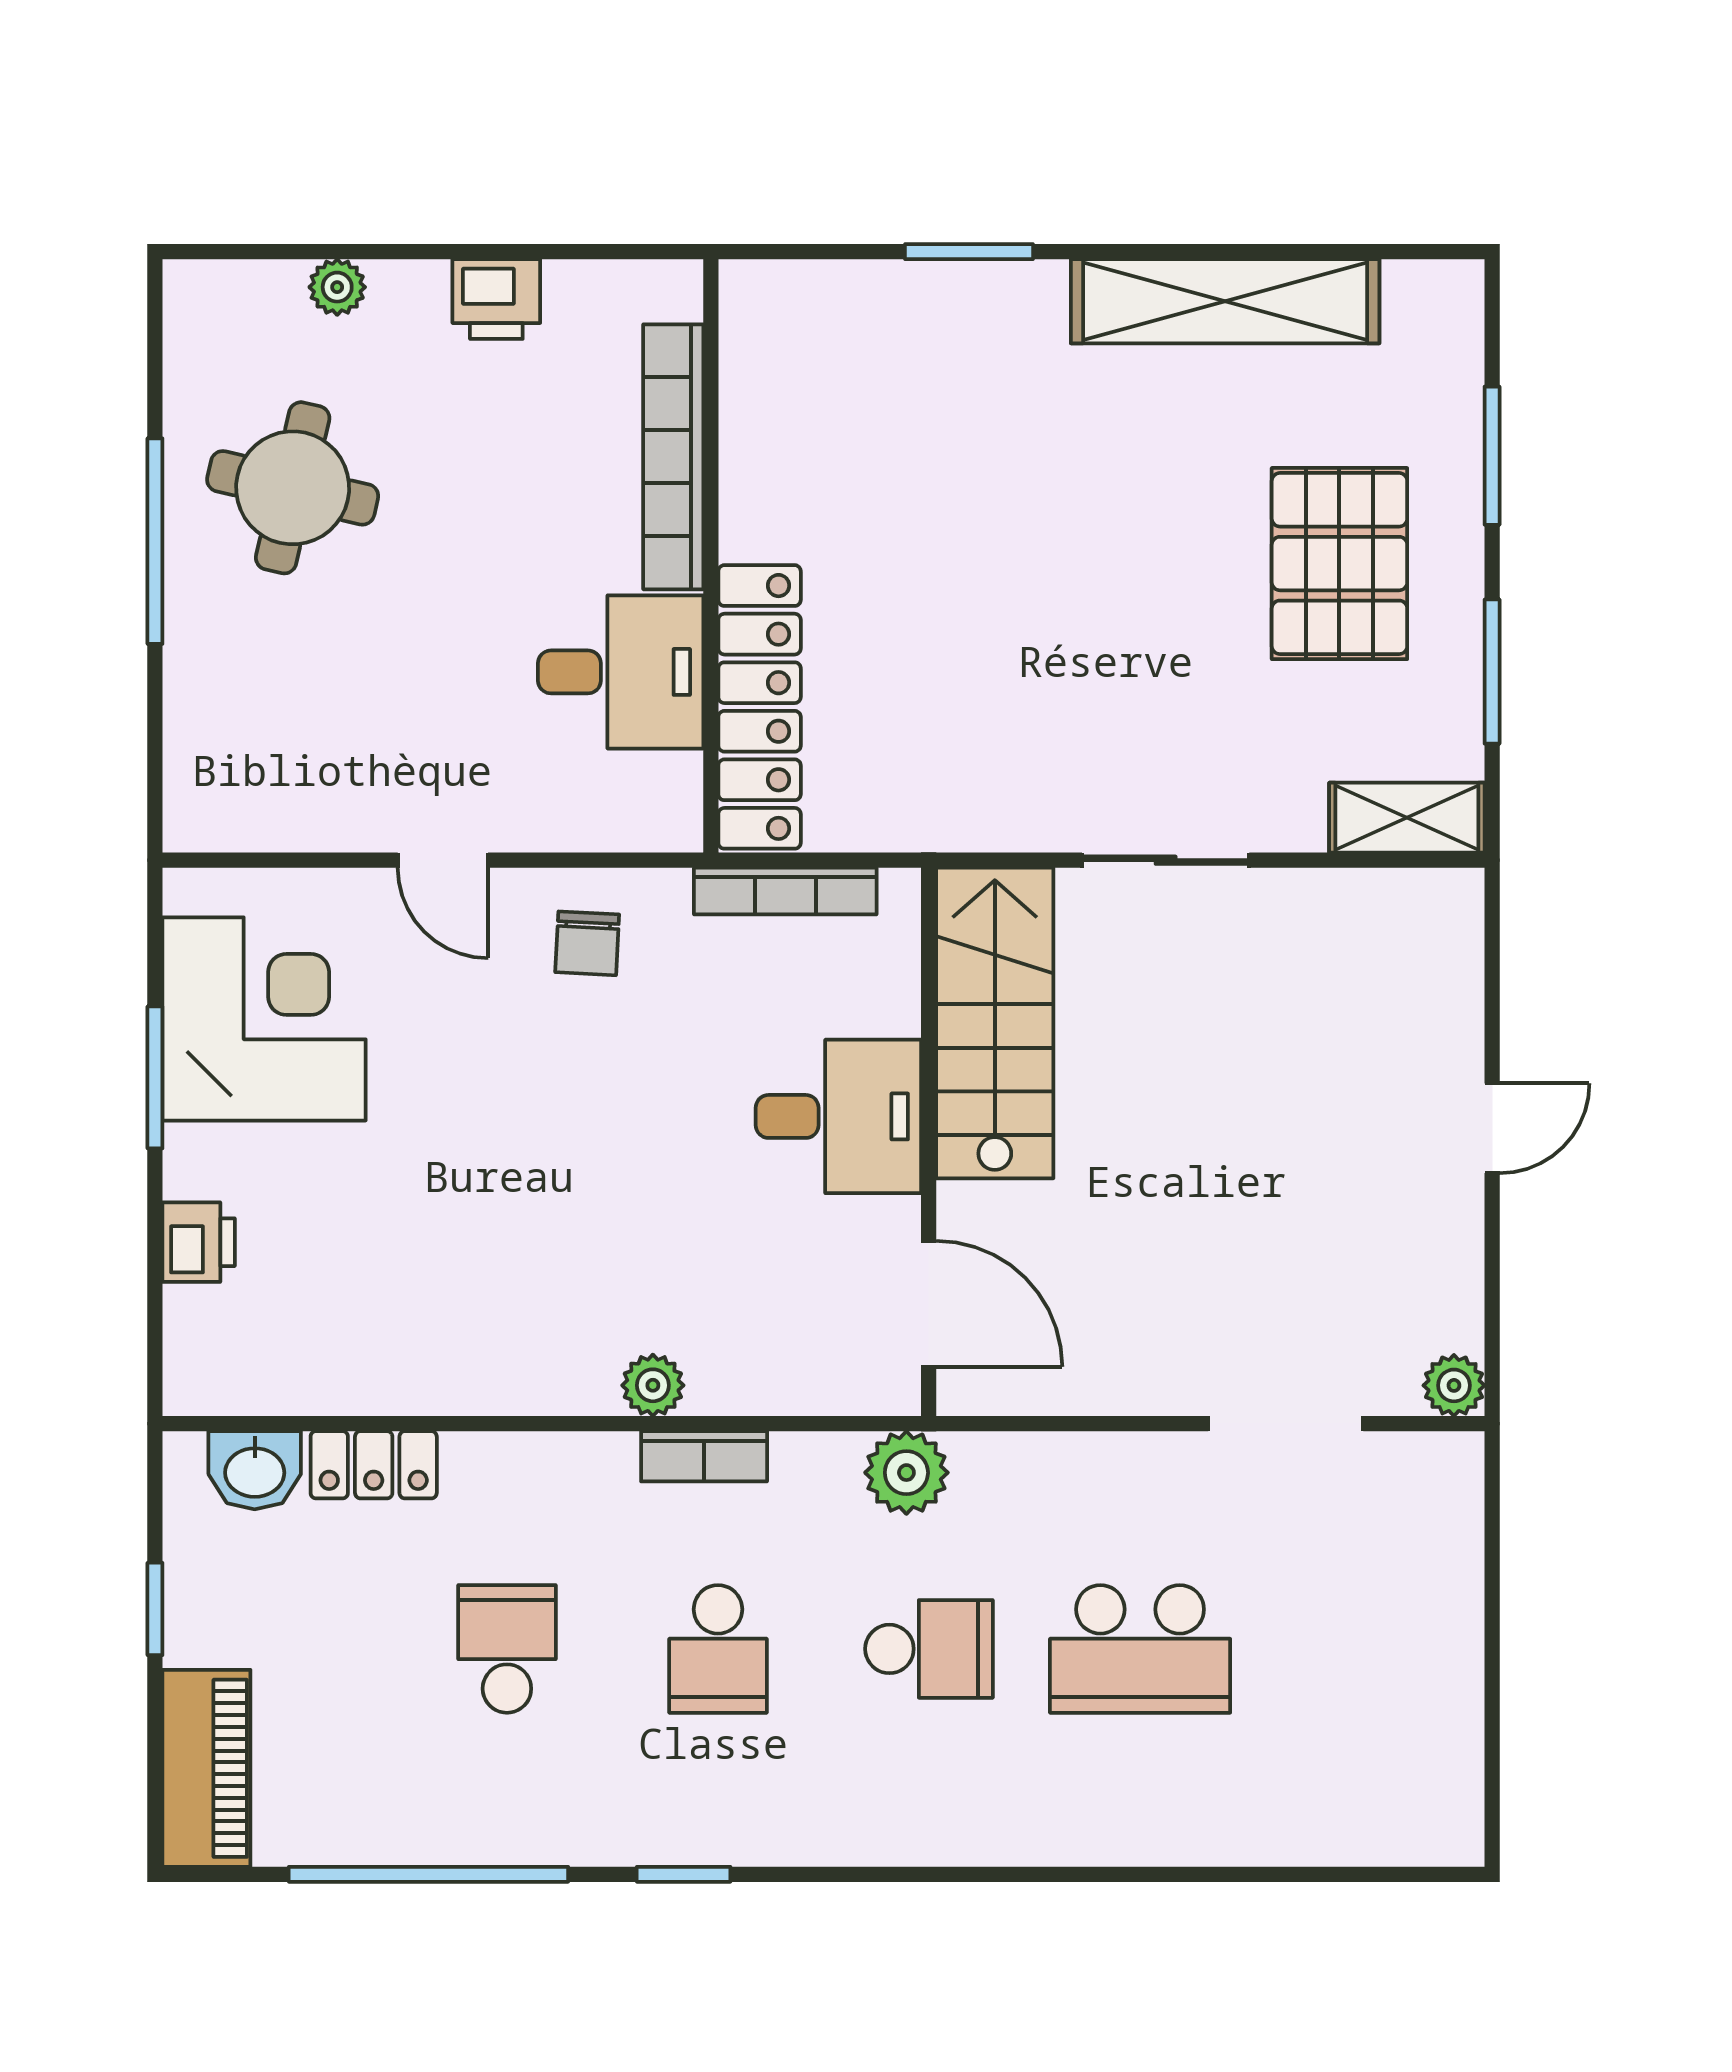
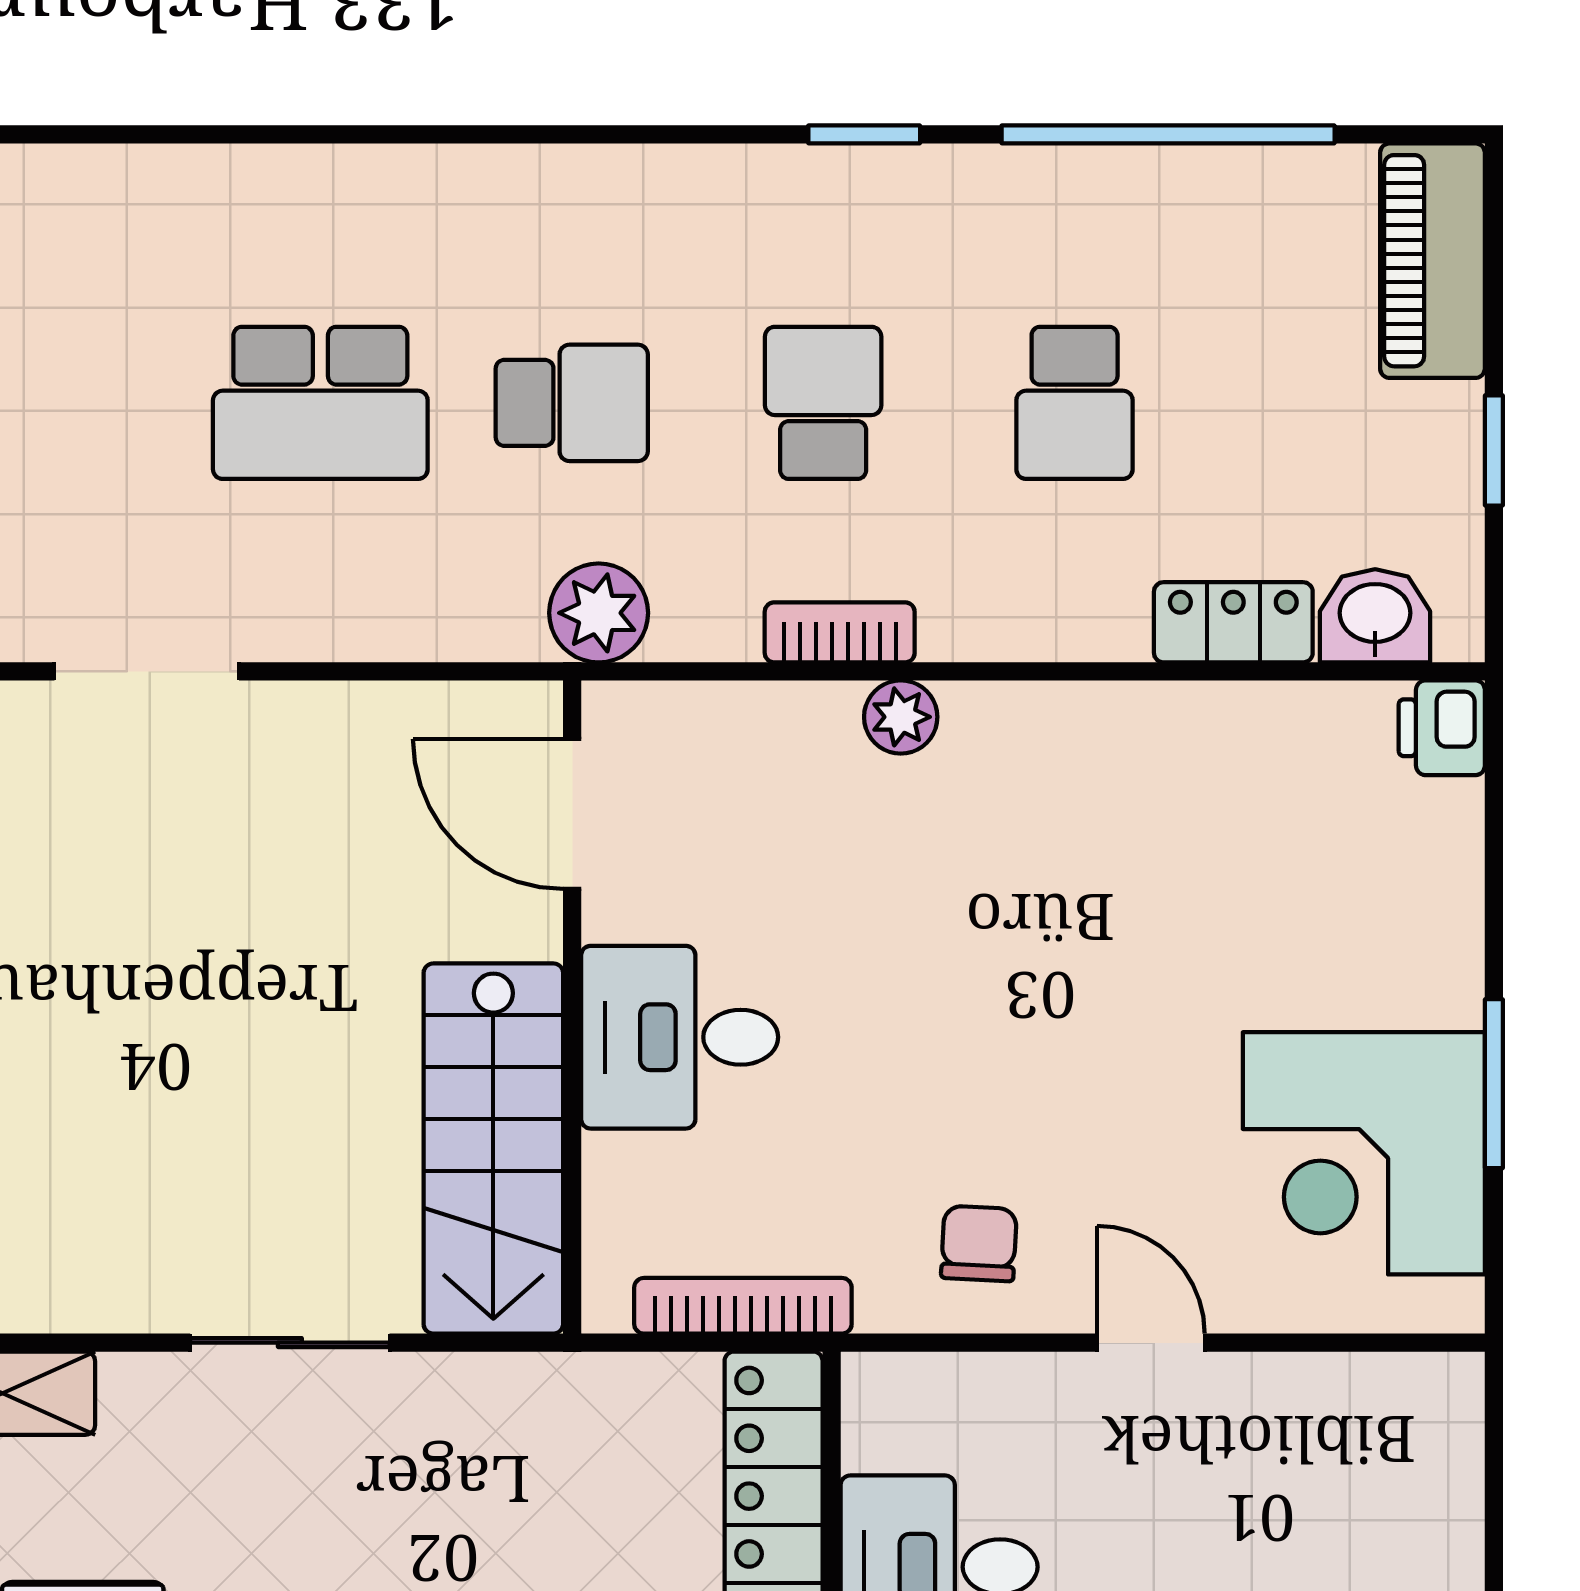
printer: (199, 1242) -> (1442, 728), moved
school desk: (929, 1649) -> (572, 403), turned 180
school desk: (1140, 1649) -> (320, 403), turned 180

